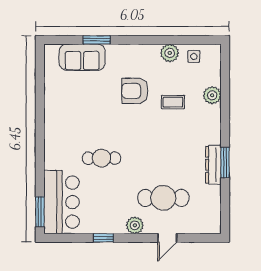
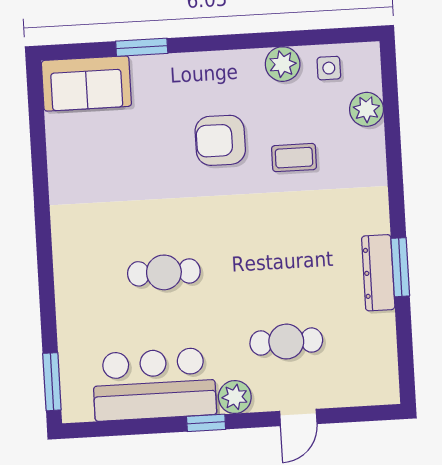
sofa: (82, 57) -> (86, 83), moved
plant: (212, 95) -> (366, 109), moved
cafe table: (163, 198) -> (286, 342), width x0.73, depth x0.74
bar counter: (61, 202) -> (154, 384), moved, turned -90
window: (103, 238) -> (206, 423), moved

